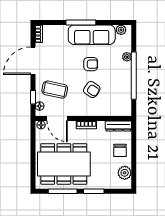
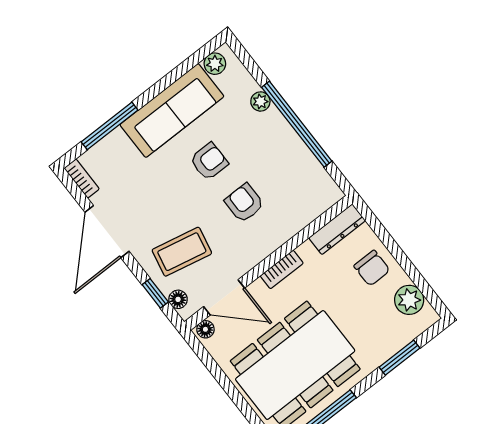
window: (81, 22) -> (110, 126), moved
armchair: (92, 90) -> (244, 203), turned -124
window: (94, 191) -> (399, 358), moved

